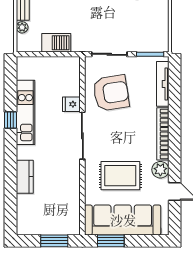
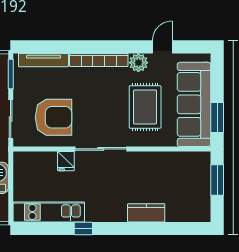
armchair: (111, 93) -> (53, 117), turned 99
kitchen unit: (25, 112) -> (49, 212), moved

